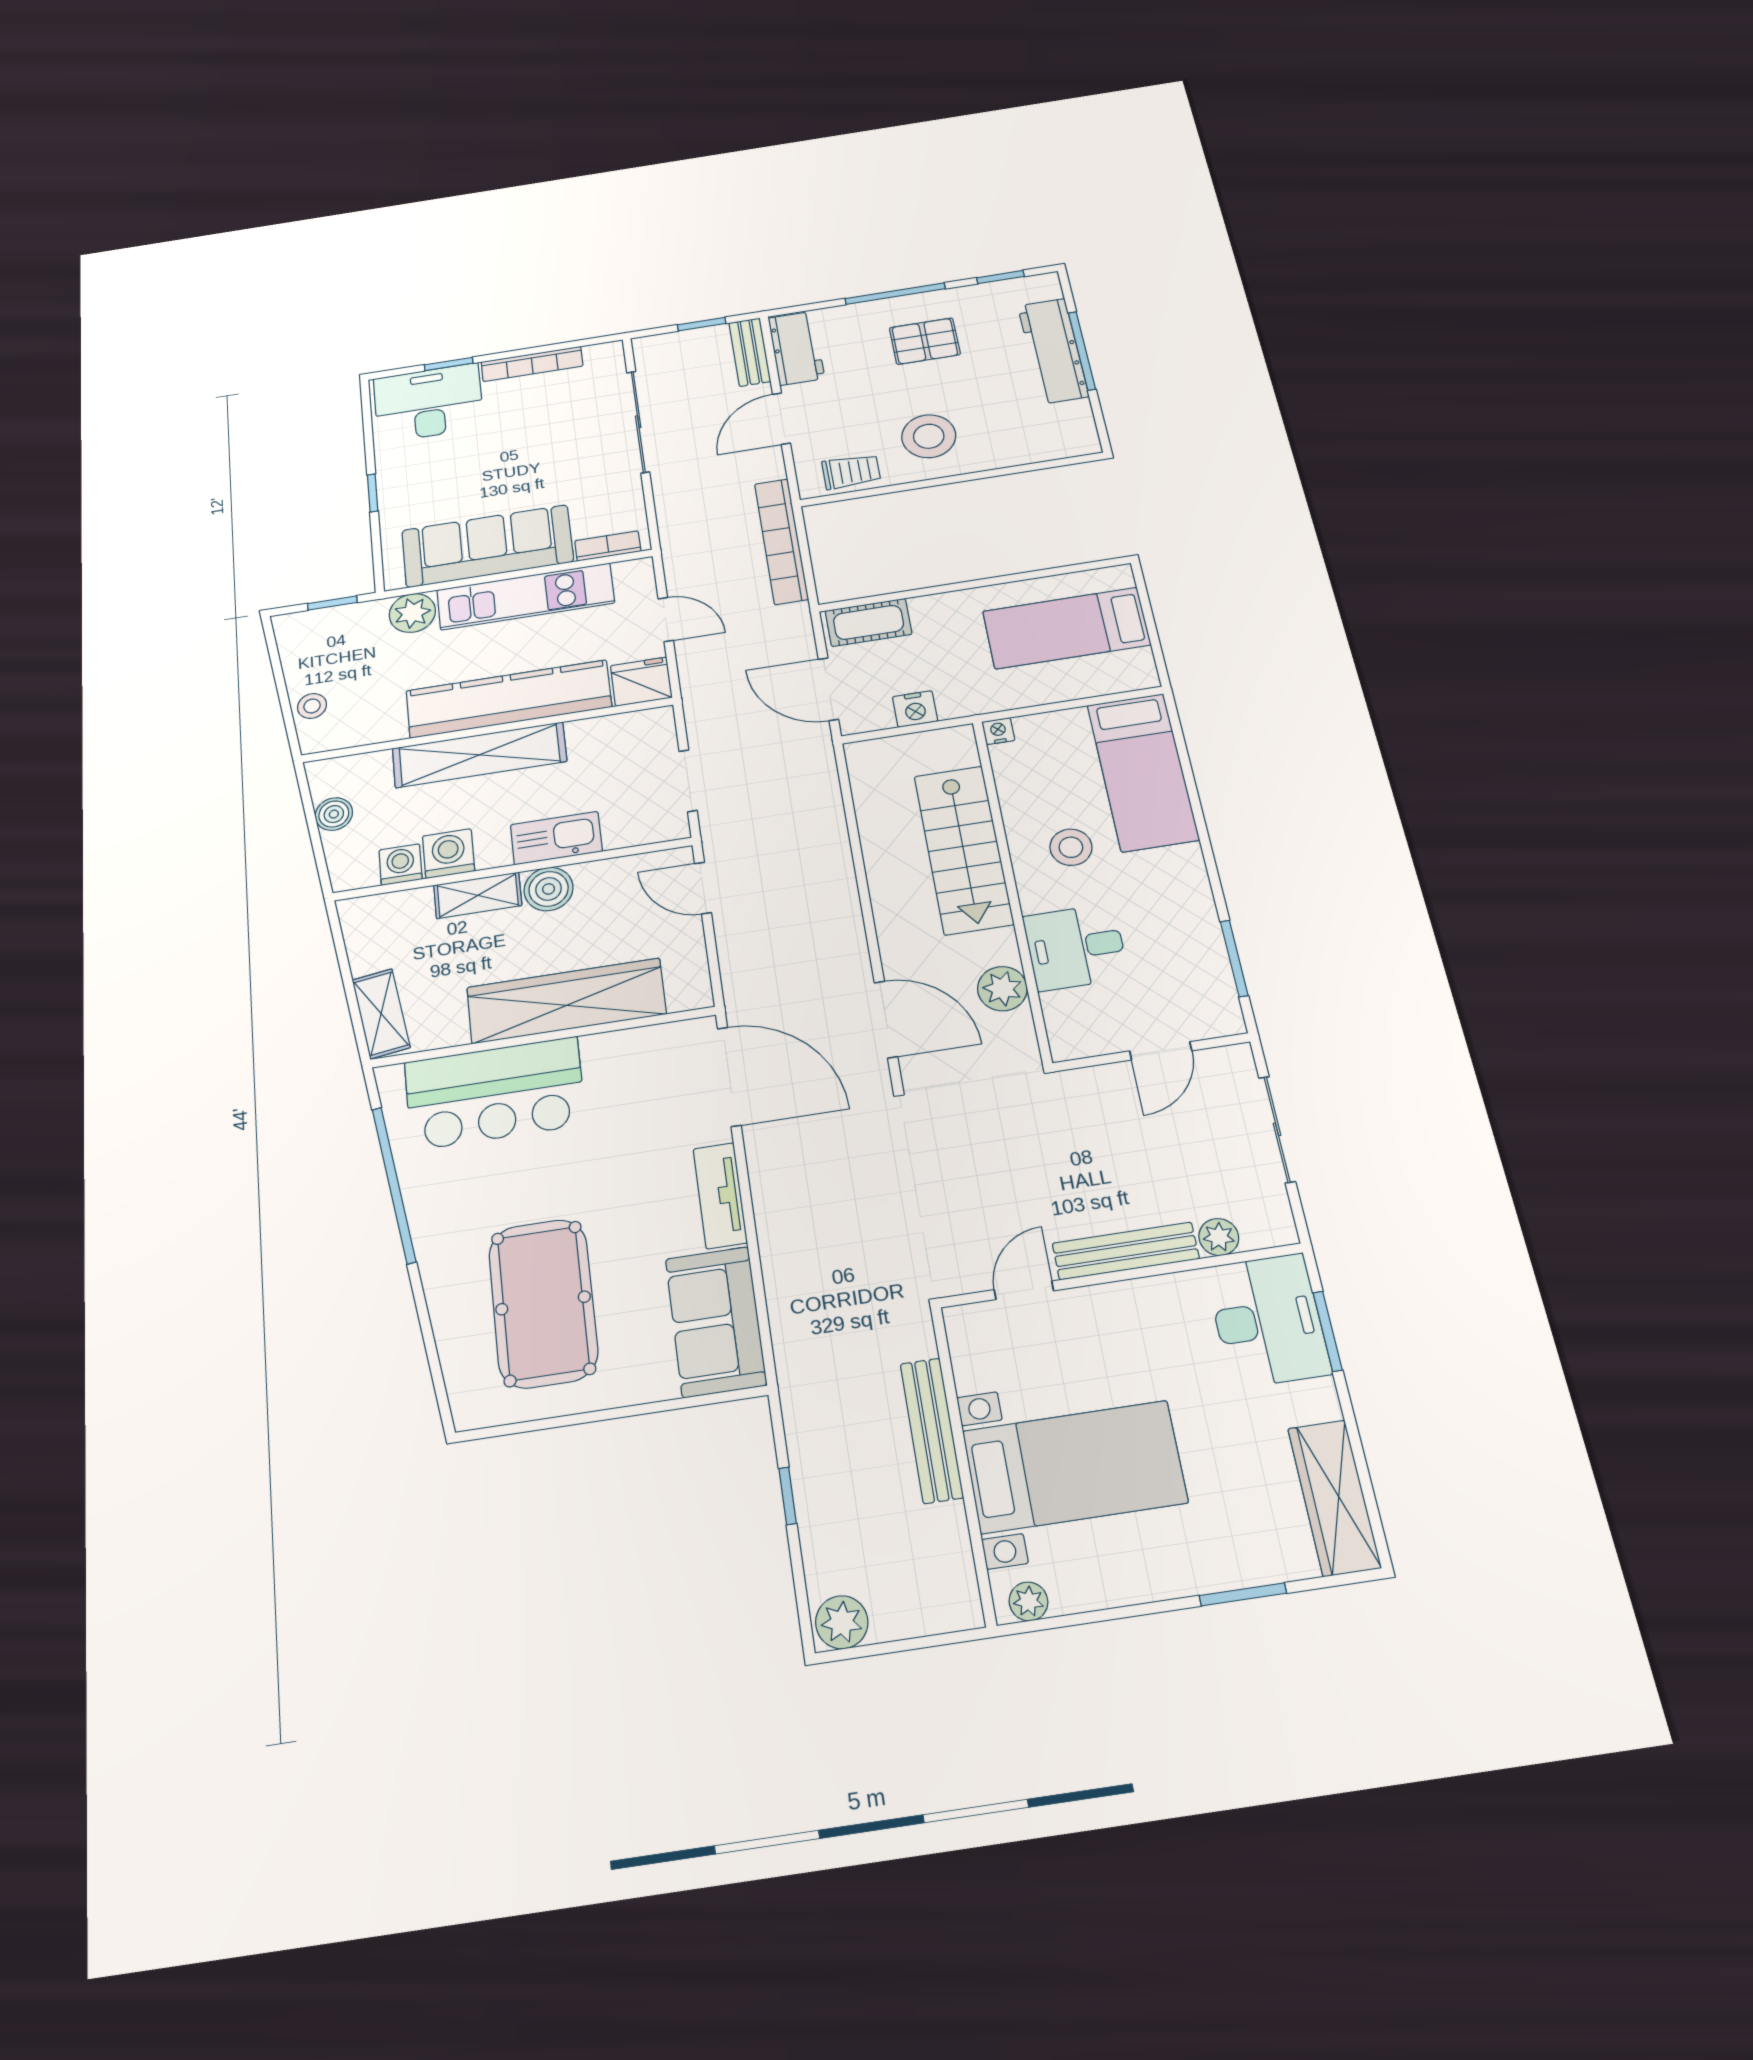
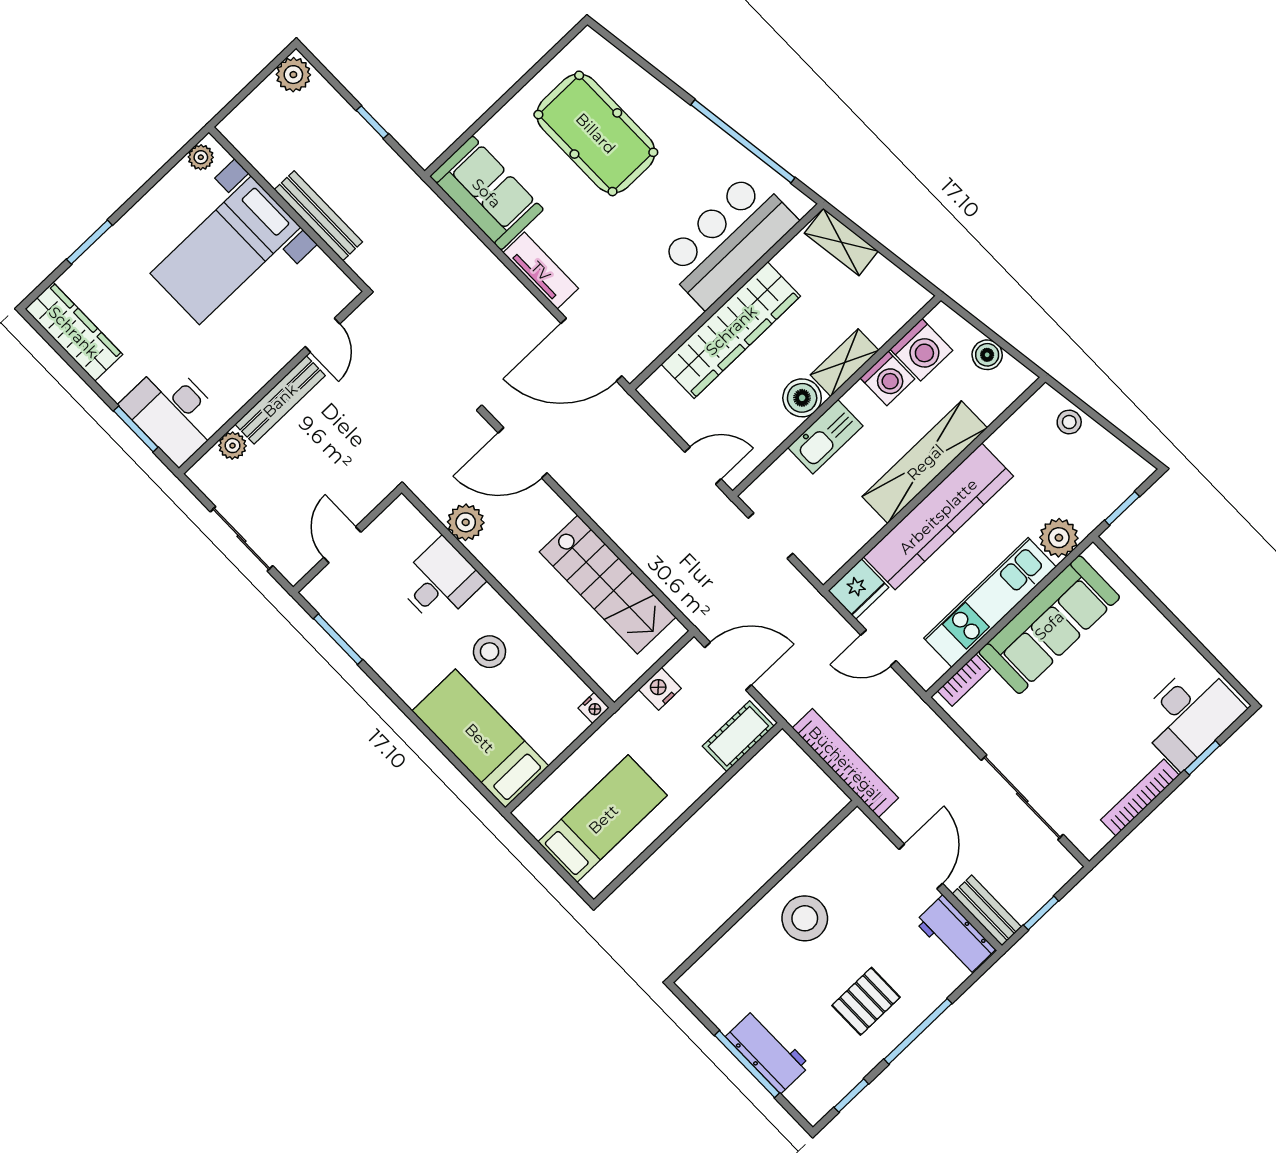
workbench: (1053, 351) -> (768, 1051), width x0.73
trolley: (851, 472) -> (838, 853), removed
window: (373, 493) -> (1168, 614), removed
stairs: (963, 850) -> (608, 585), moved, turned 180
washing machine: (401, 865) -> (921, 350), width x1.38, depth x1.38

